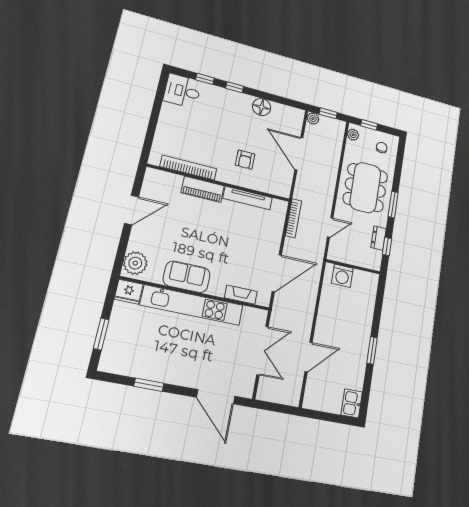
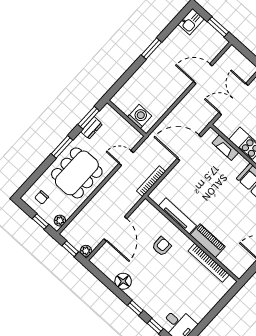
window: (387, 246) -> (89, 118), width x1.50
window: (323, 416) -> (218, 27), added

